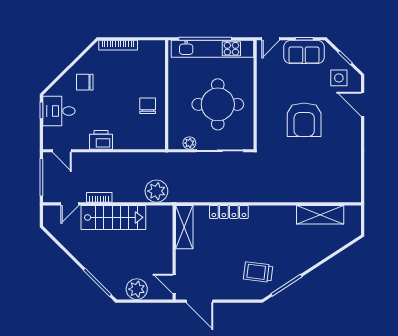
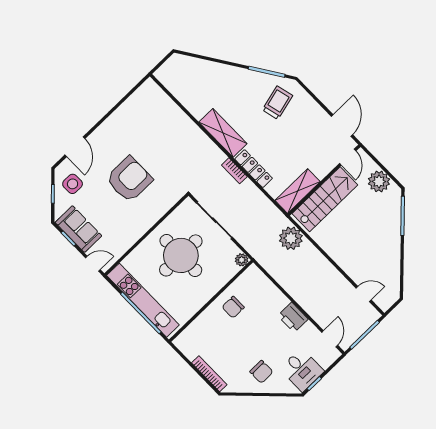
plant: (189, 143) -> (242, 260), moved
bookcase: (99, 197) -> (234, 171), moved
shelving: (320, 215) -> (223, 133), moved
stairs: (113, 217) -> (325, 199), moved, turned 90
trolley: (258, 272) -> (277, 103), turned -111

